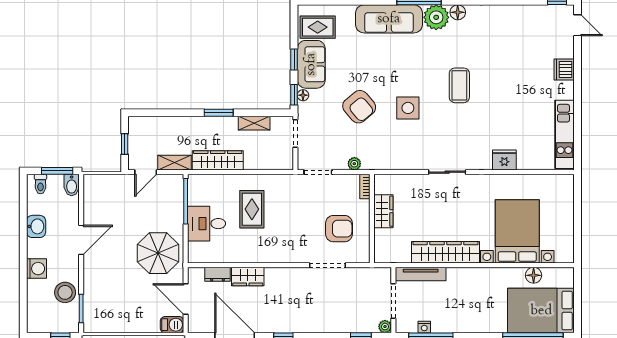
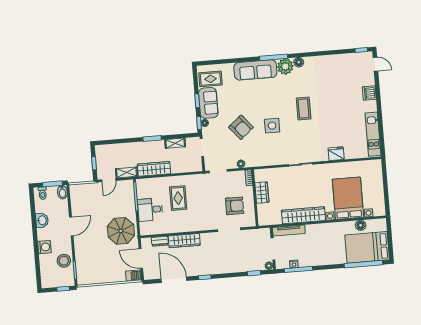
wardrobe: (248, 277) -> (184, 241), width x1.50

